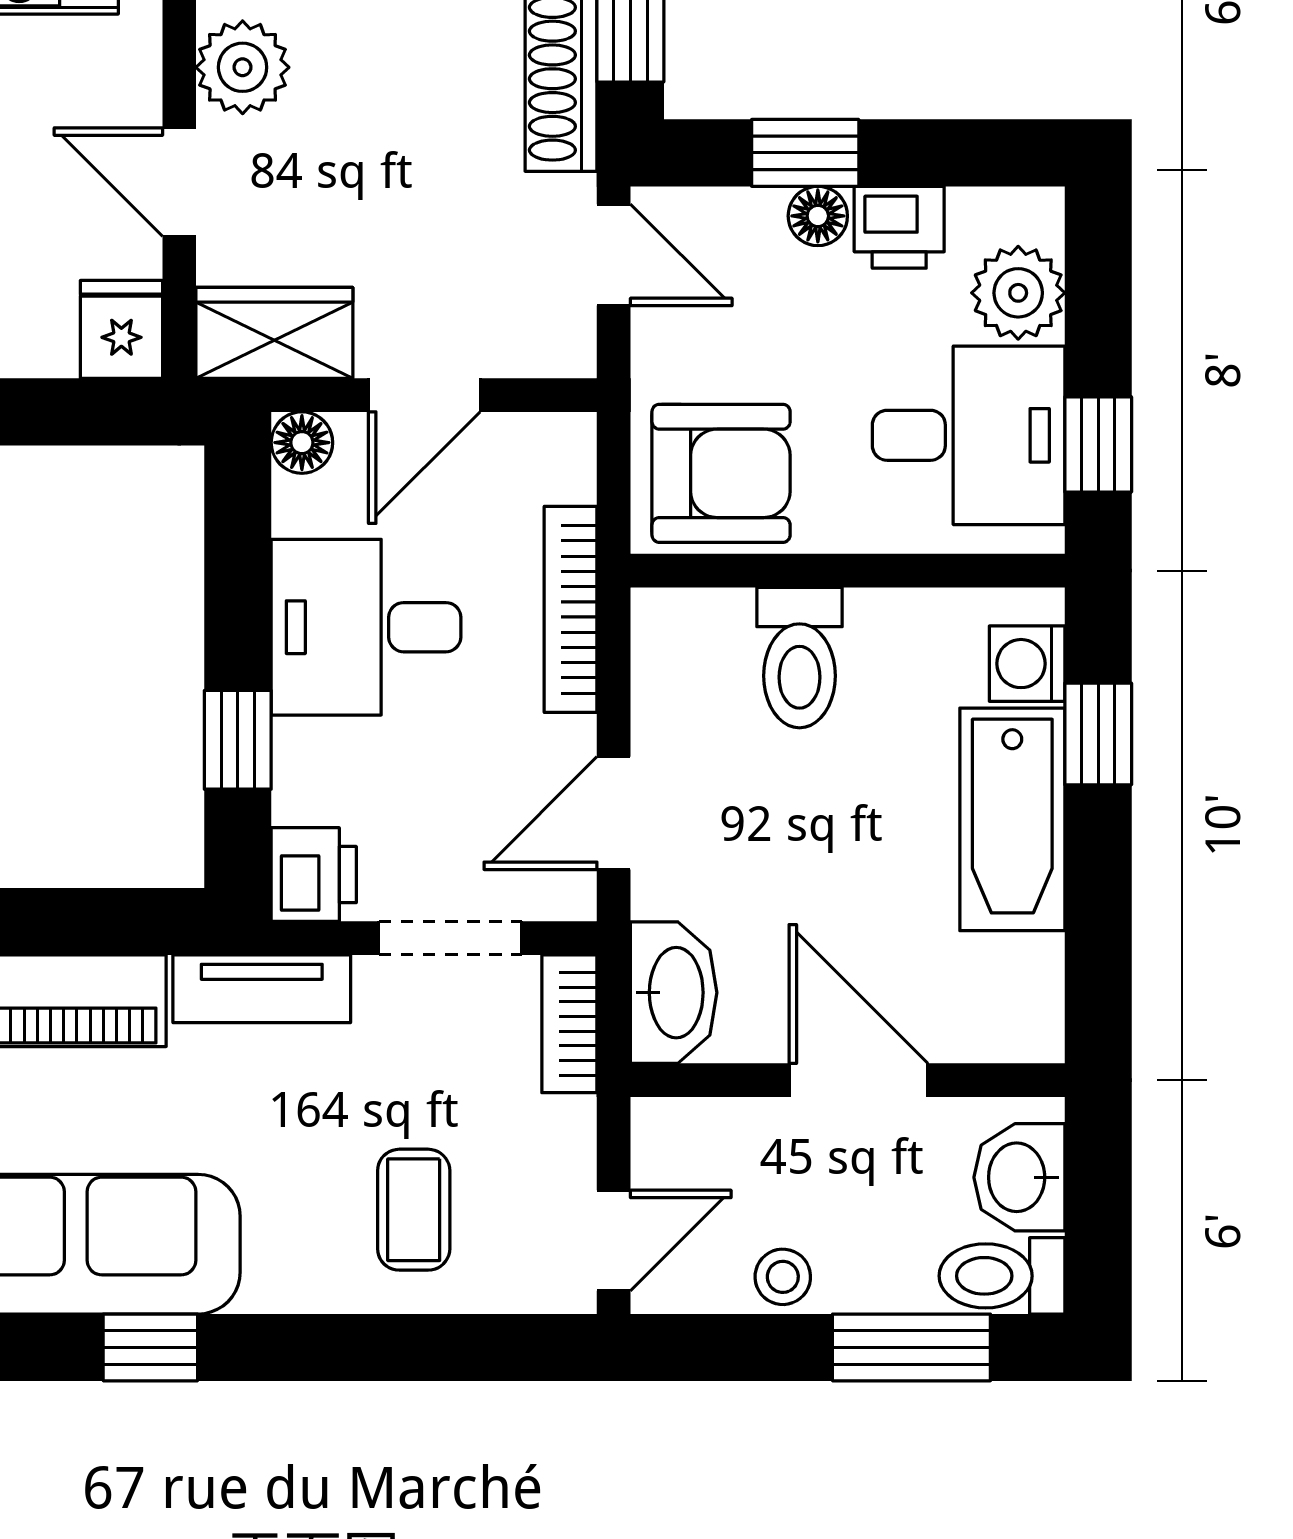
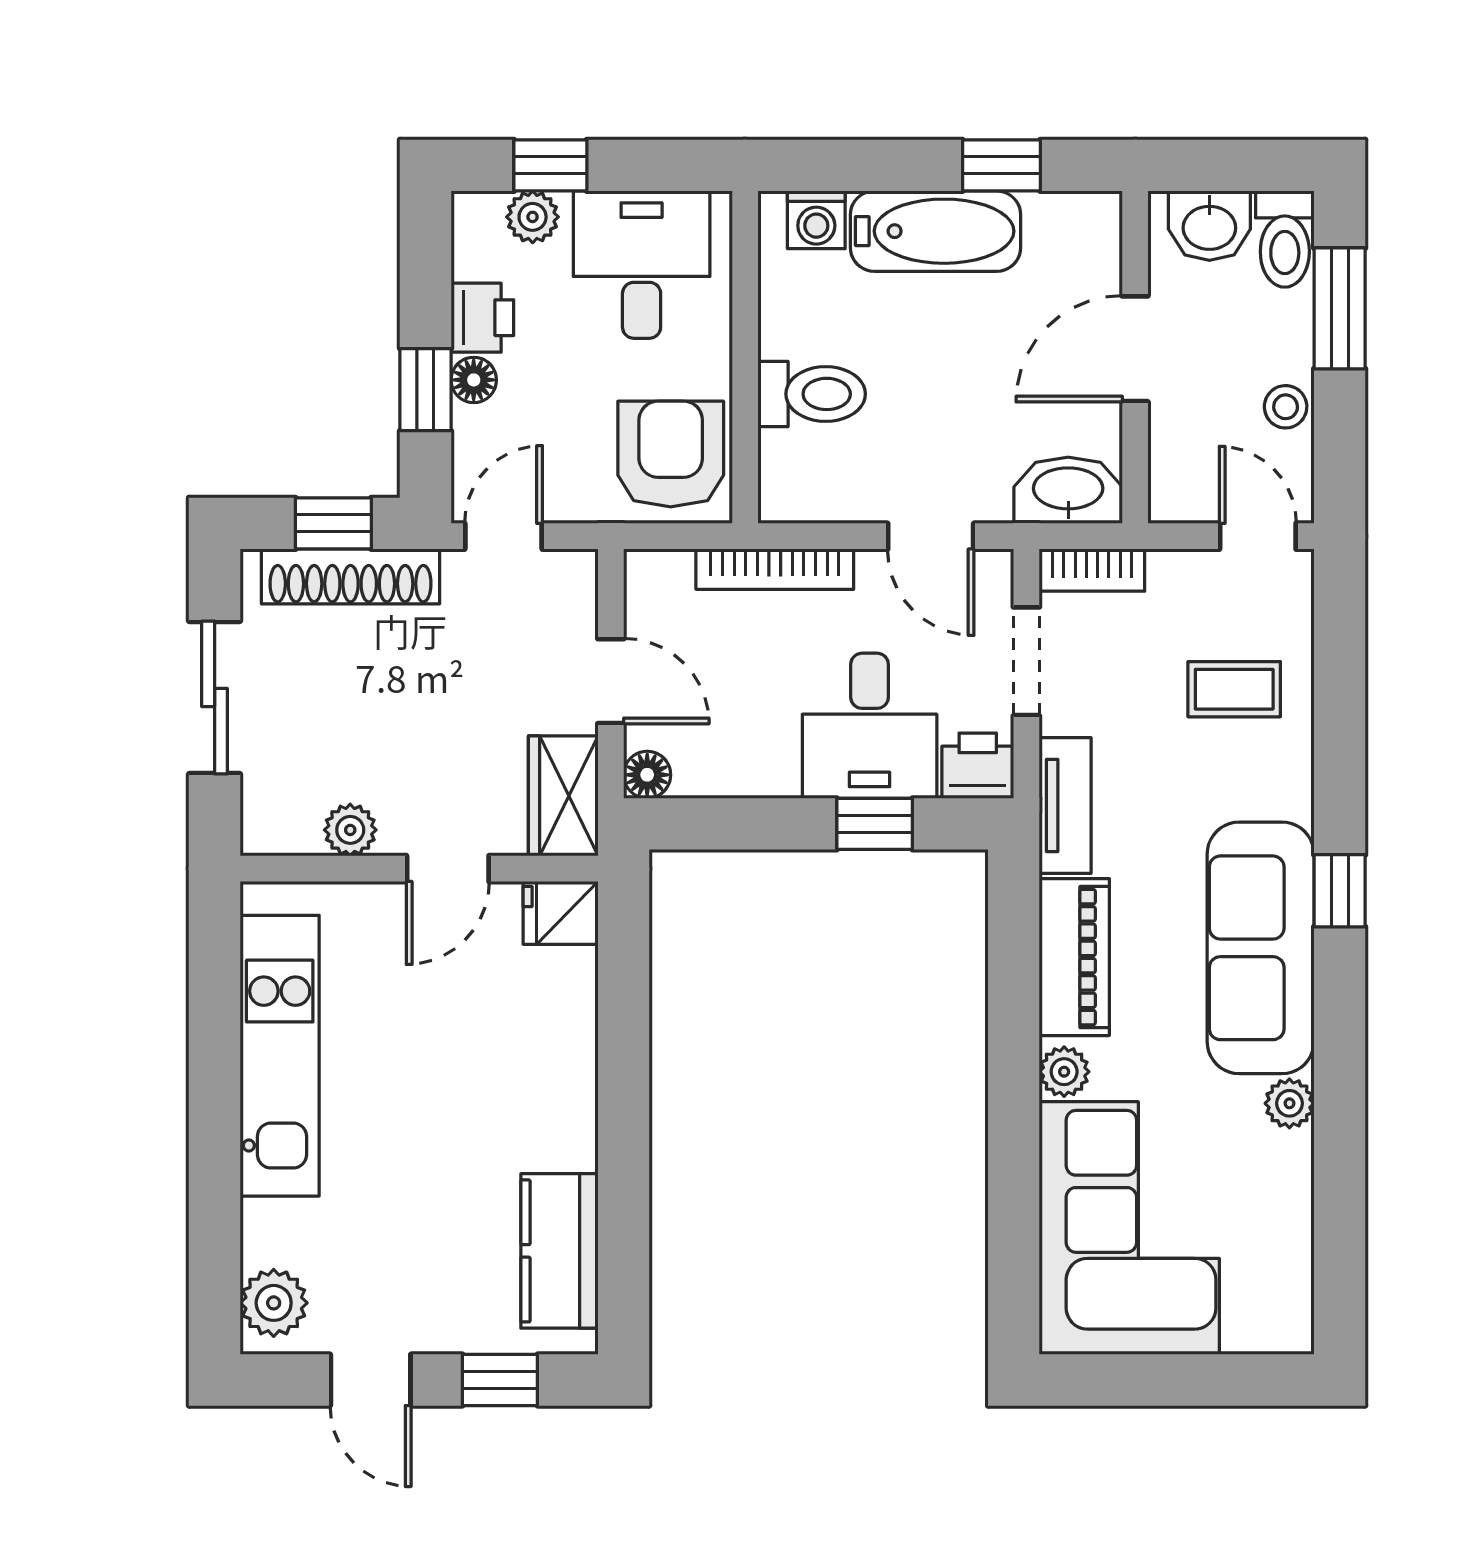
plant: (243, 67) -> (350, 830), width x0.73, depth x0.73
plant: (1018, 293) -> (533, 217), width x0.73, depth x0.73
window: (1098, 444) -> (550, 165), moved
desk: (366, 627) -> (870, 726), moved
window: (1098, 734) -> (1001, 165), moved

